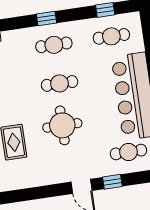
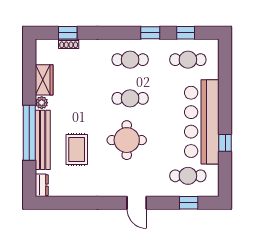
window: (47, 19) -> (150, 33), moved
window: (112, 182) -> (189, 203), moved

